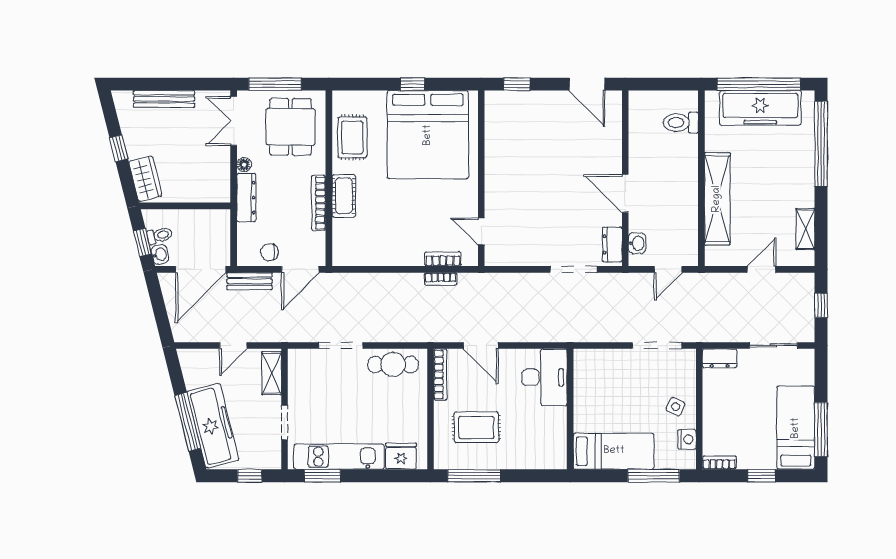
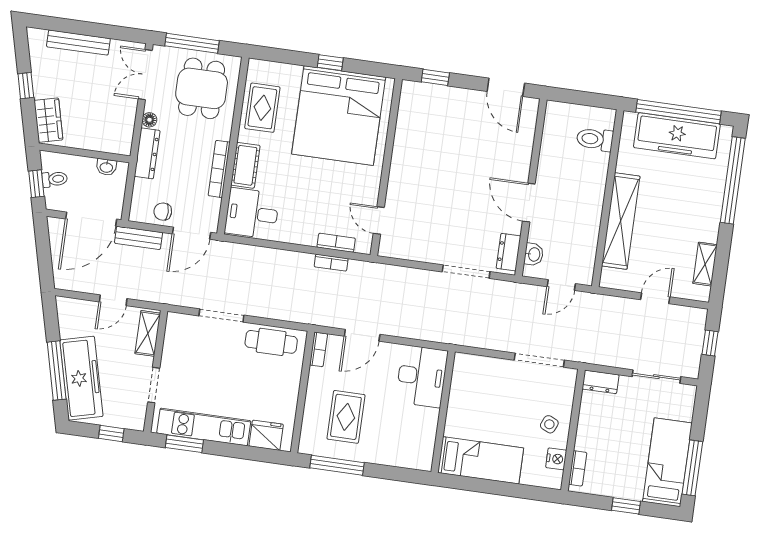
desk: (357, 242) -> (252, 213), added
washbasin: (160, 254) -> (106, 167), moved, turned 104
door: (481, 346) -> (362, 335), hinge flipped
bookcase: (440, 375) -> (319, 349), width x0.64
rug: (476, 427) -> (346, 417), turned 90
bookcase: (719, 463) -> (578, 468), moved, turned 90
window: (654, 476) -> (518, 491), removed

